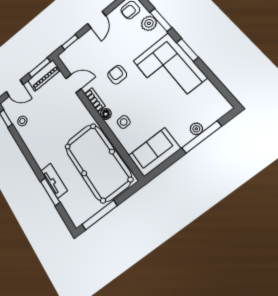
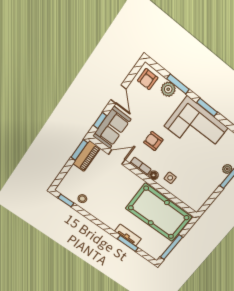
door: (15, 88) -> (63, 173), removed
sofa: (154, 152) -> (112, 128), moved, turned 180

